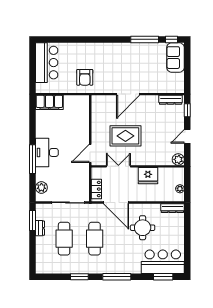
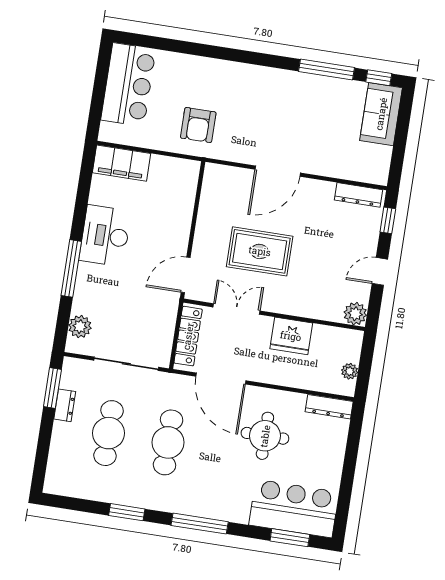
desk: (47, 152) -> (105, 236), moved
locker: (96, 189) -> (188, 336), width x1.53

